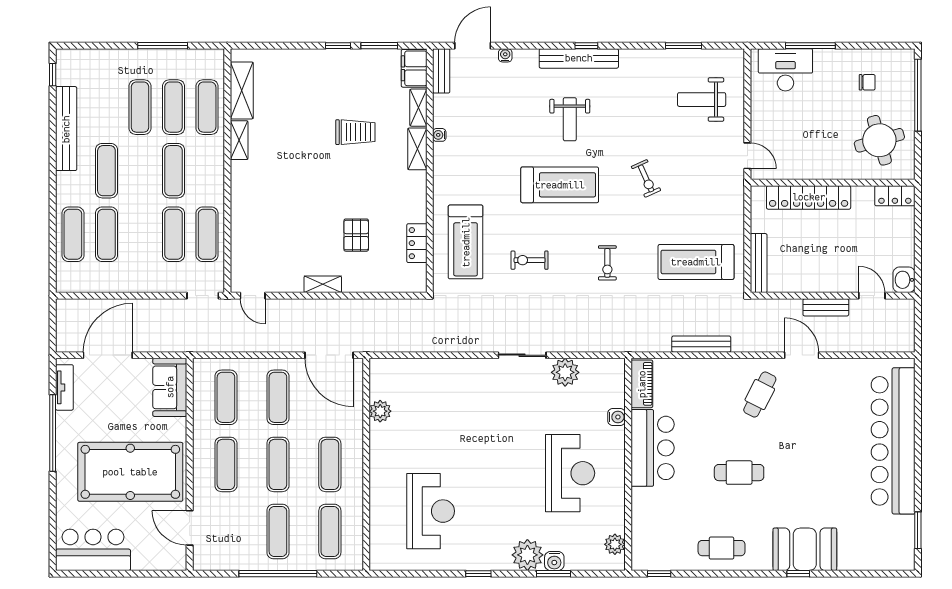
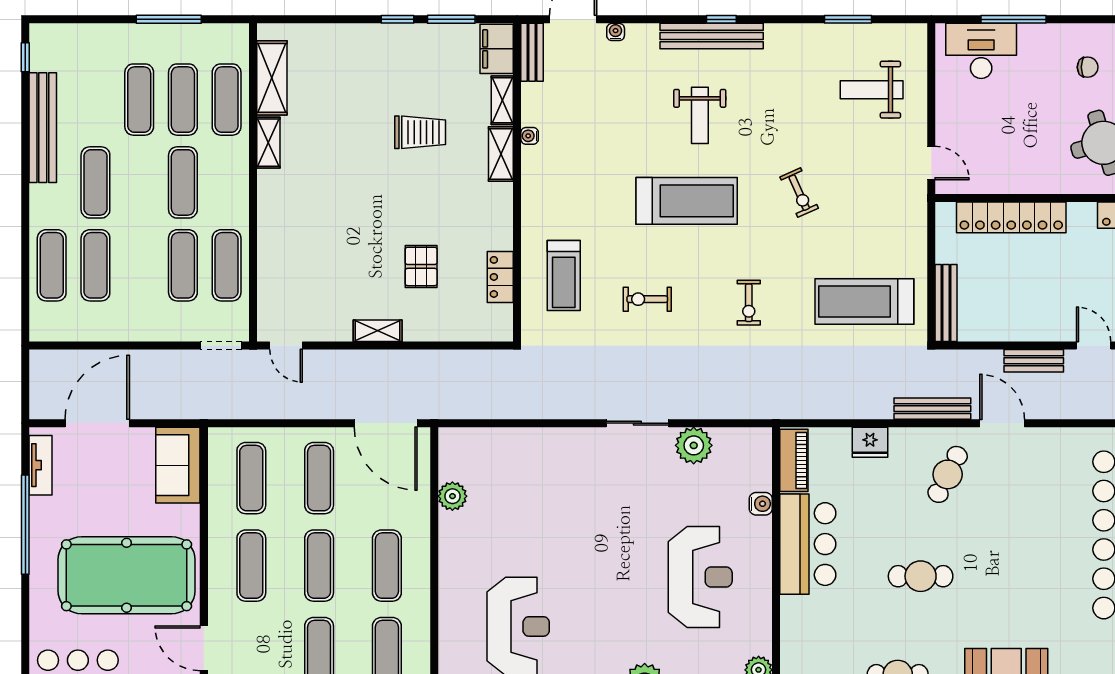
treadmill: (466, 242) -> (564, 275), width x0.73, depth x0.73
bench: (701, 344) -> (932, 409), moved
fridge: (700, 370) -> (870, 442), added

